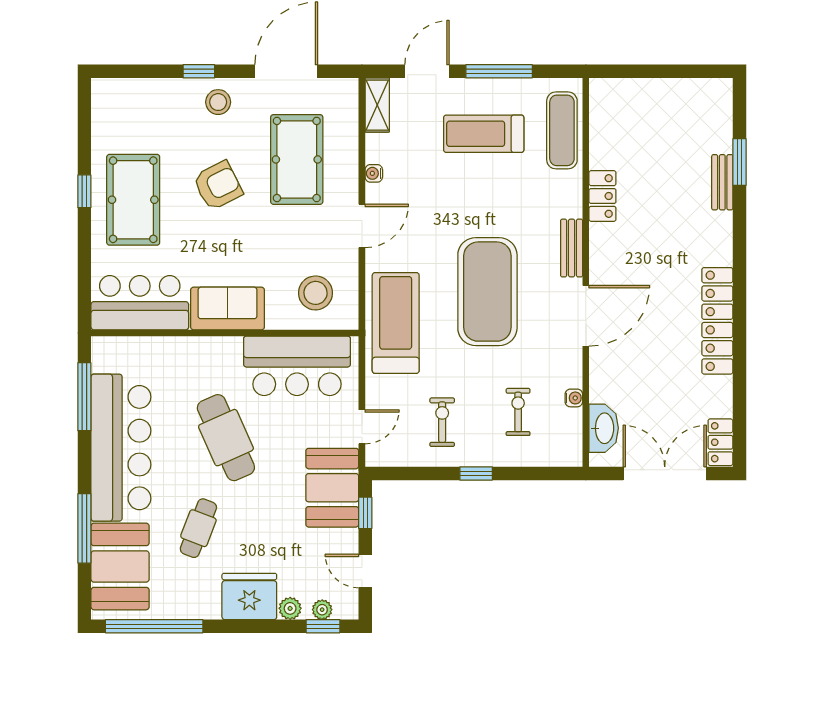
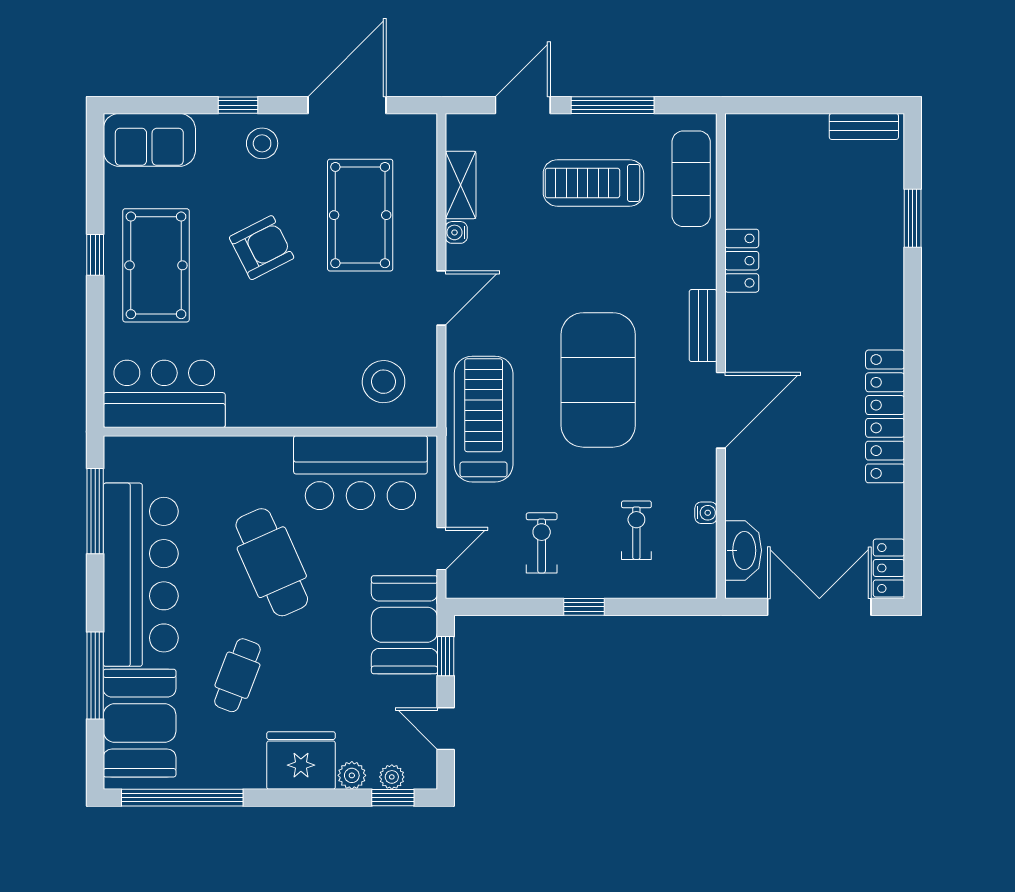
shelving: (377, 105) -> (461, 185), moved
bench: (722, 182) -> (864, 126), moved, turned 90
sofa: (228, 309) -> (149, 140), moved, turned 180

